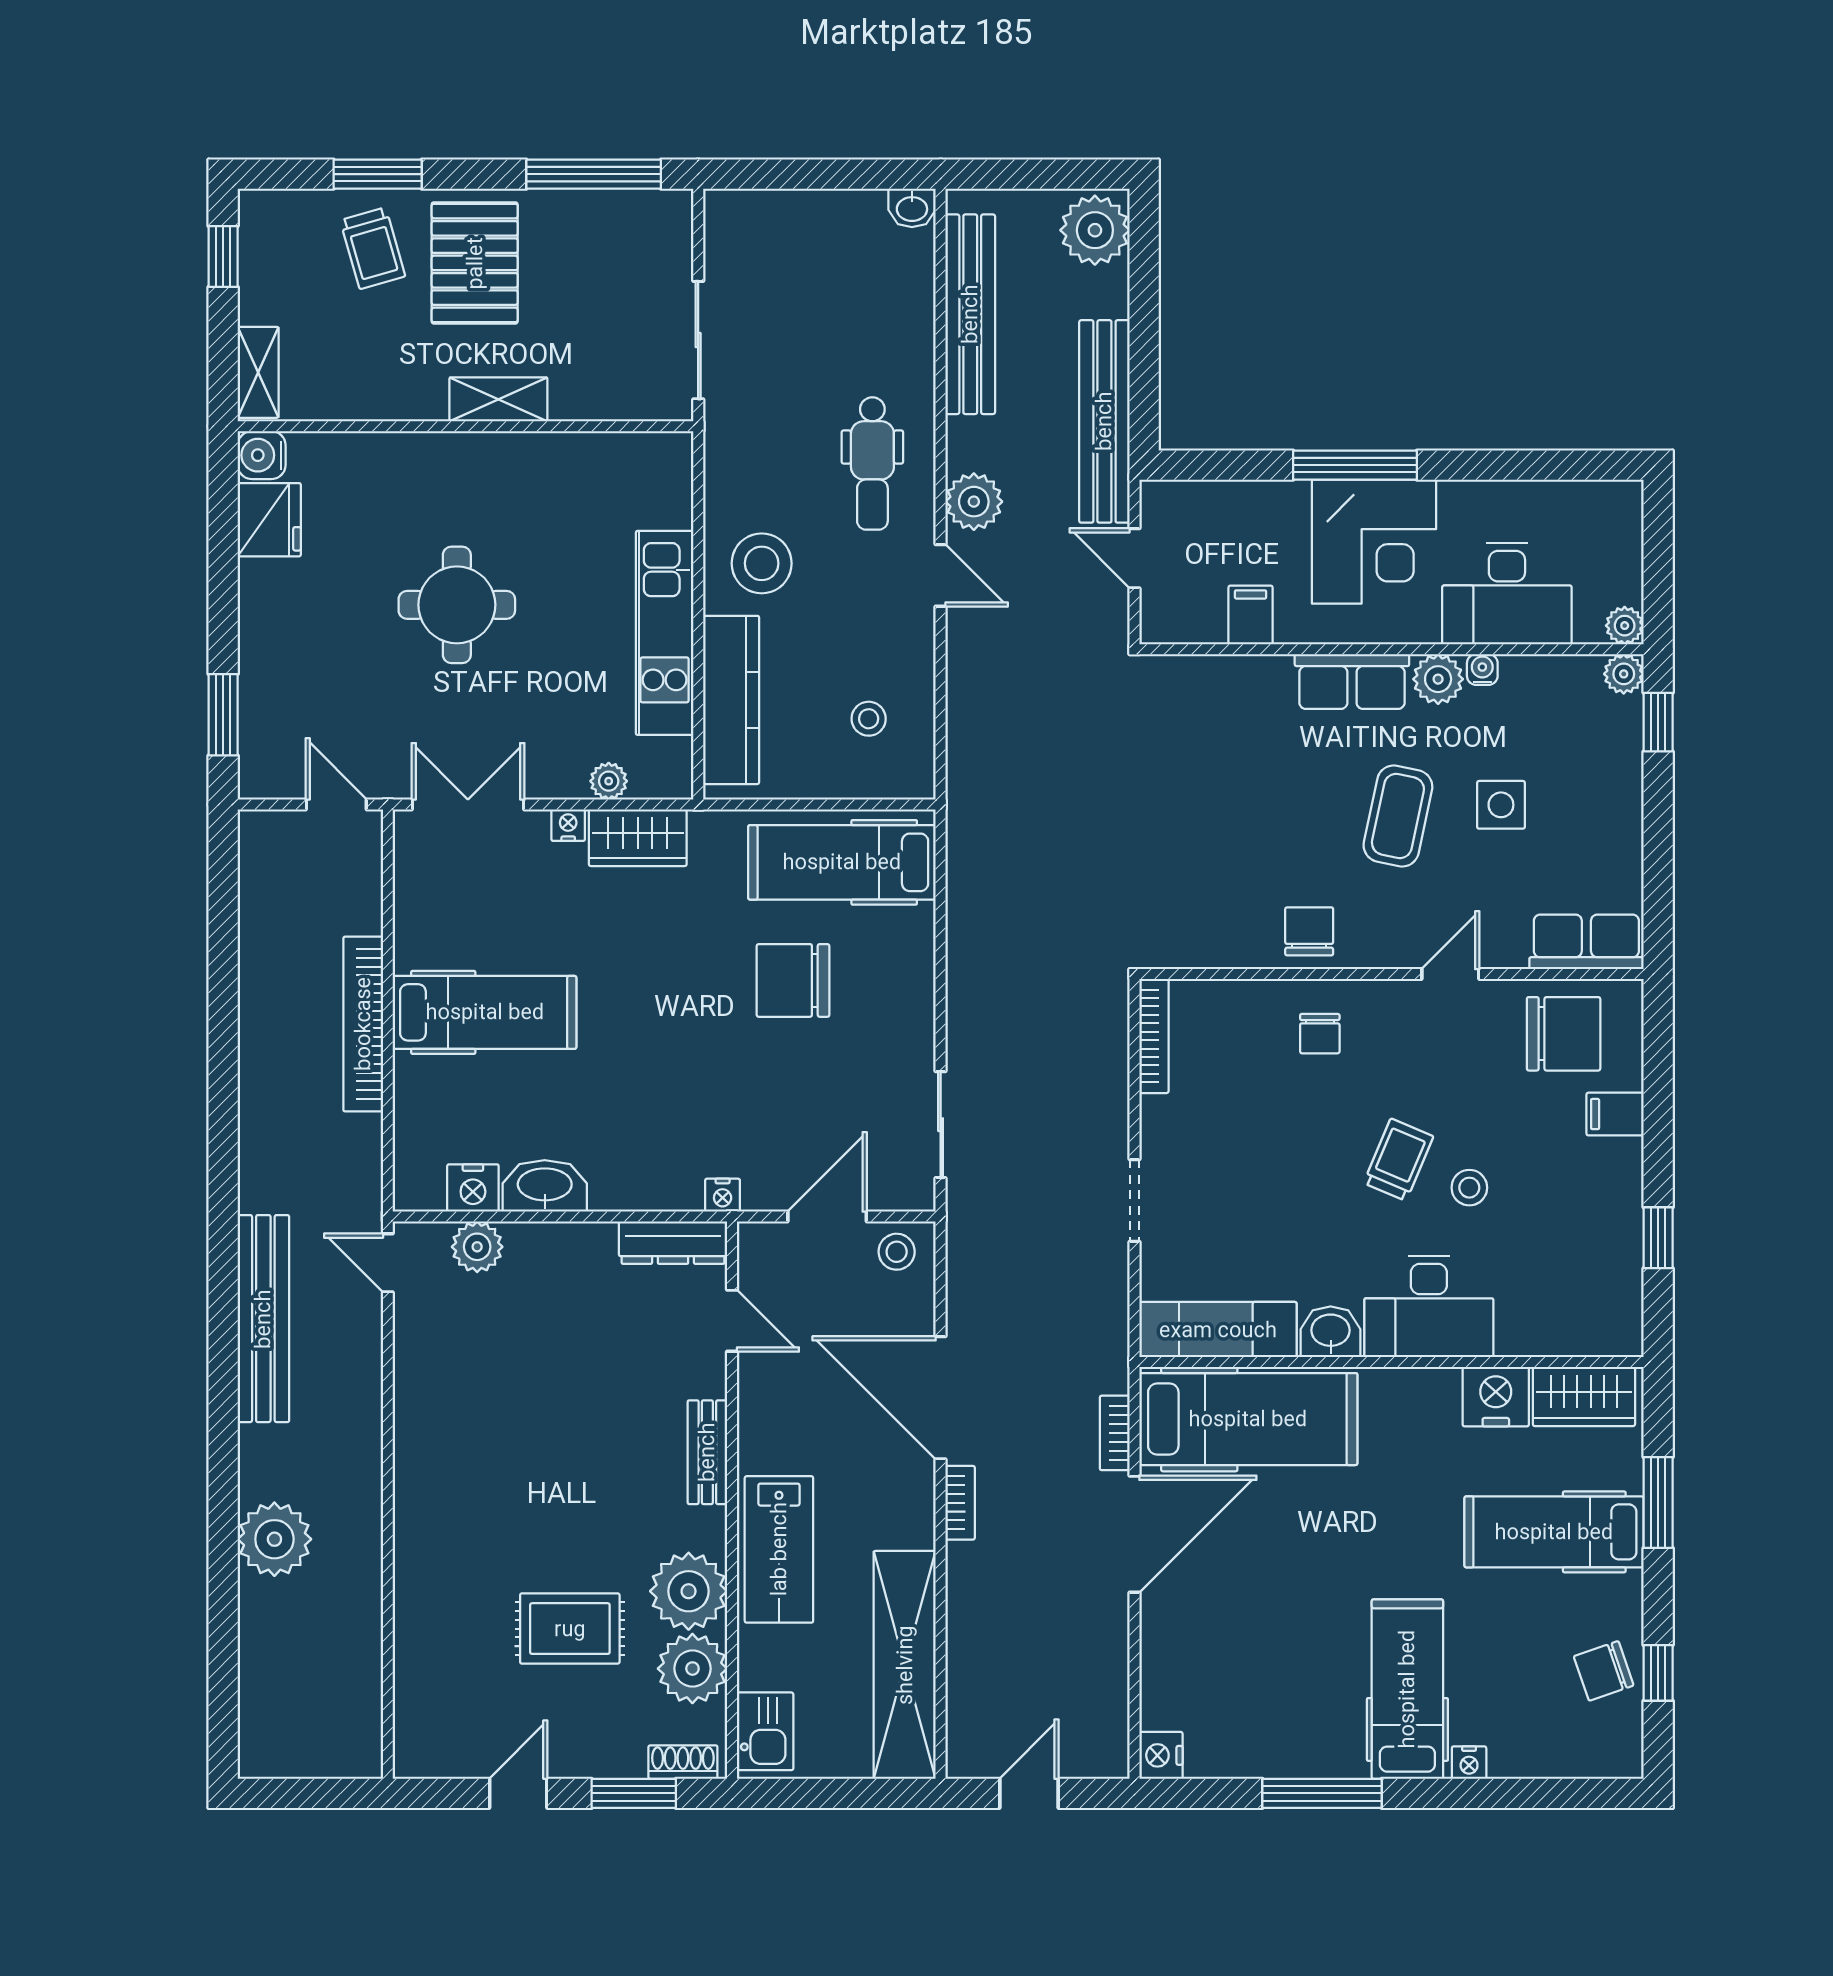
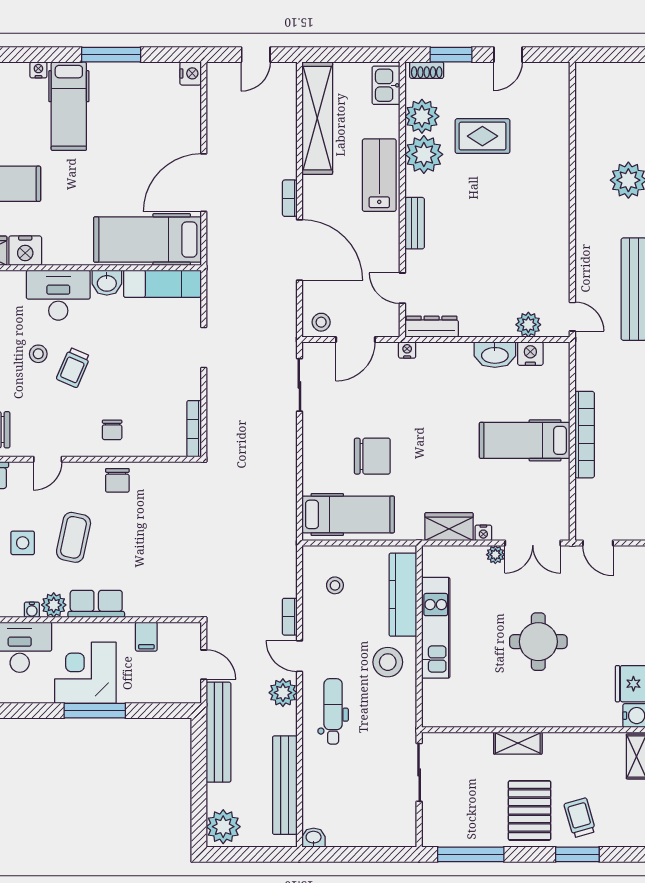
plant: (609, 781) -> (495, 555), moved
chair: (1320, 1034) -> (112, 430), turned 180
bookcase: (1115, 1433) -> (290, 617), moved, turned 180

